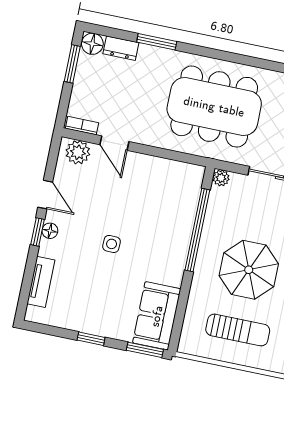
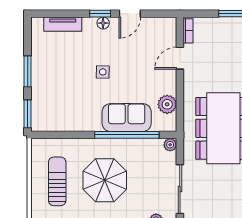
plant: (78, 152) -> (167, 104), moved
sofa: (157, 316) -> (127, 118), moved
sun lounger: (238, 330) -> (57, 181), turned 180
window: (91, 339) -> (28, 71), width x1.50

